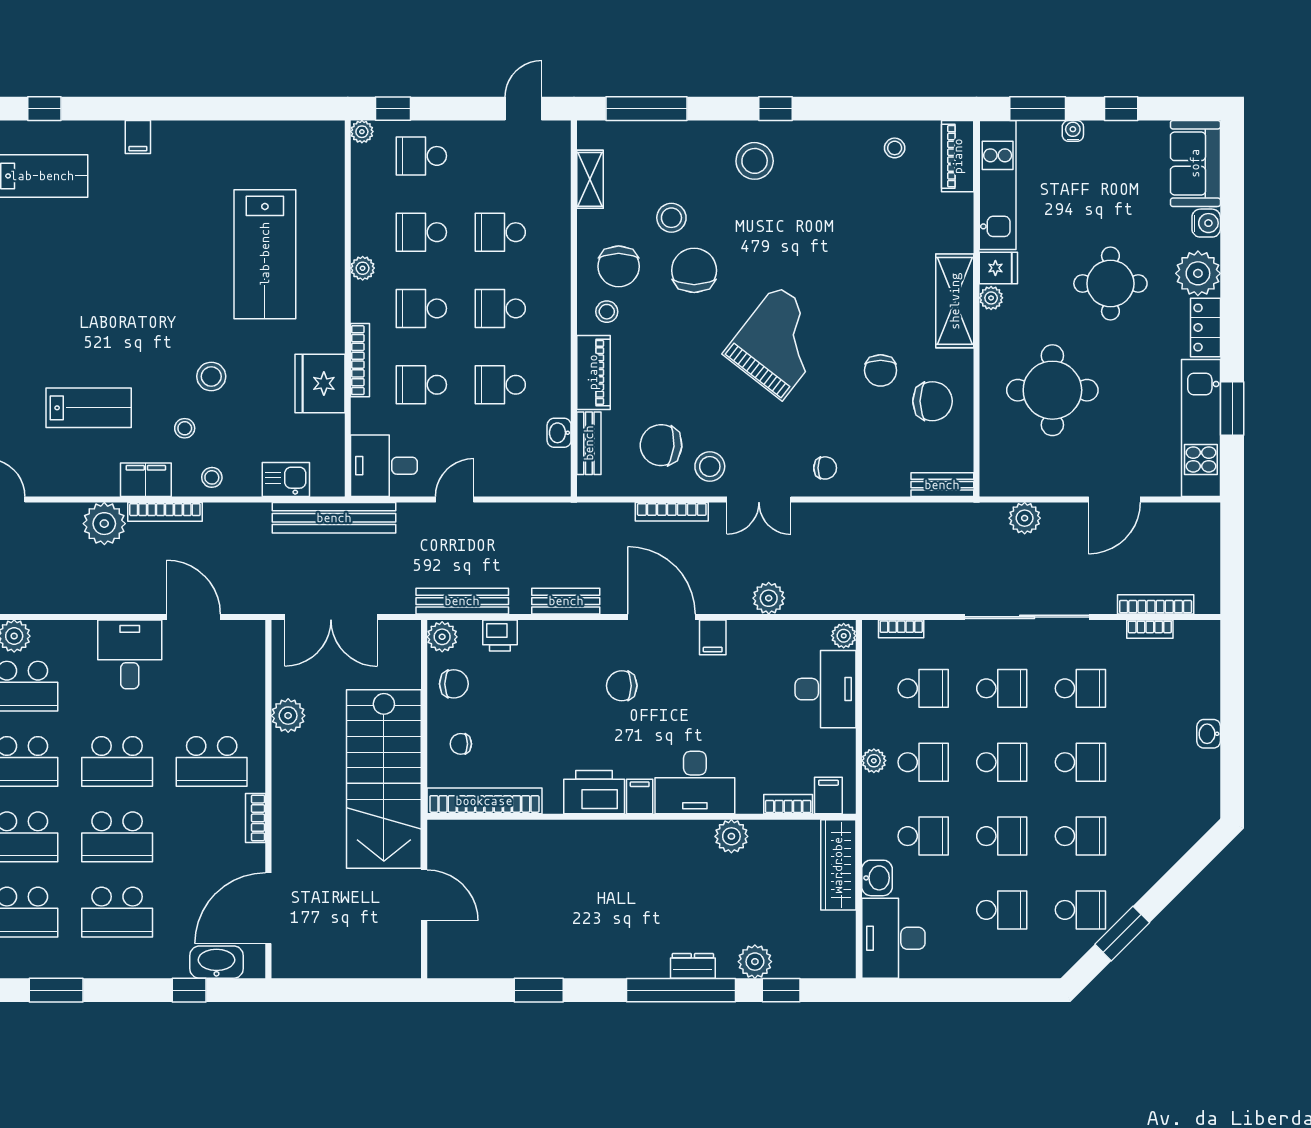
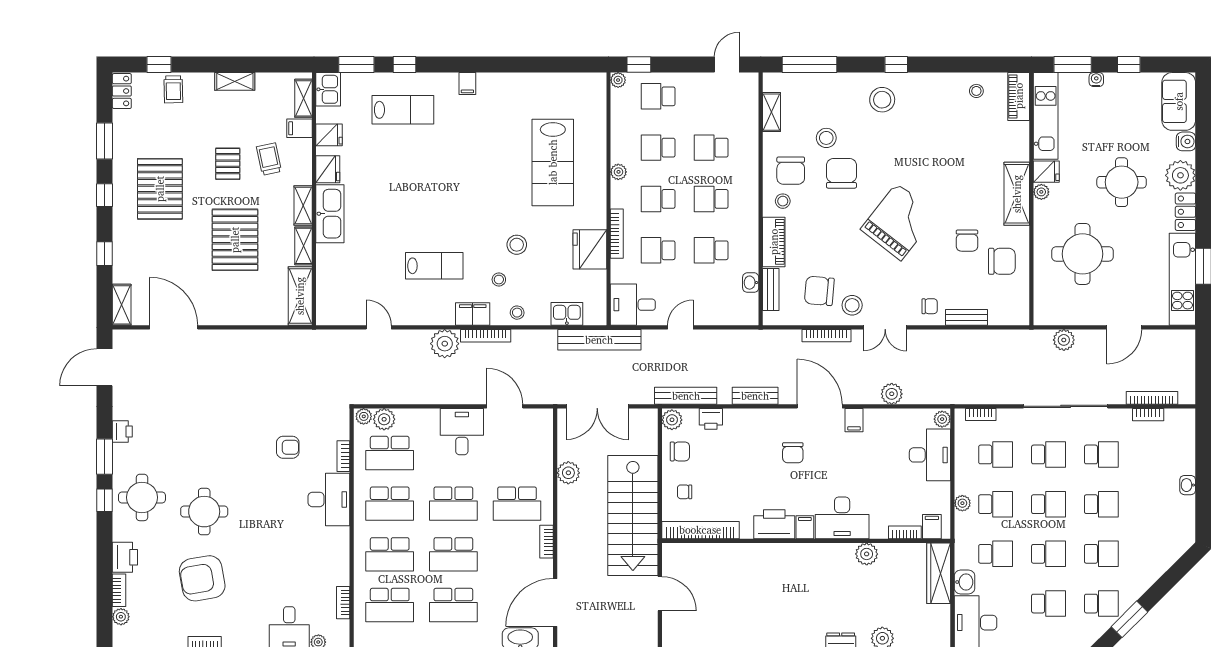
bench: (942, 485) -> (966, 317), moved
chair: (622, 686) -> (793, 453), turned -90

